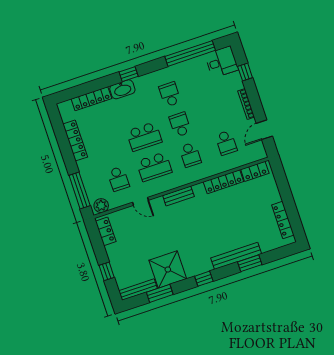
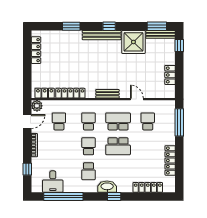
desk: (222, 62) -> (53, 182), moved, turned -90
washbasin: (122, 89) -> (107, 187), moved
school desk: (180, 125) -> (88, 146), turned 180
school desk: (144, 137) -> (118, 146), turned 180
plant: (101, 206) -> (37, 106), moved
locker: (106, 231) -> (170, 75), moved
bench: (236, 256) -> (102, 35), moved
window: (107, 271) -> (179, 46), moved
window: (160, 293) -> (157, 26), moved

